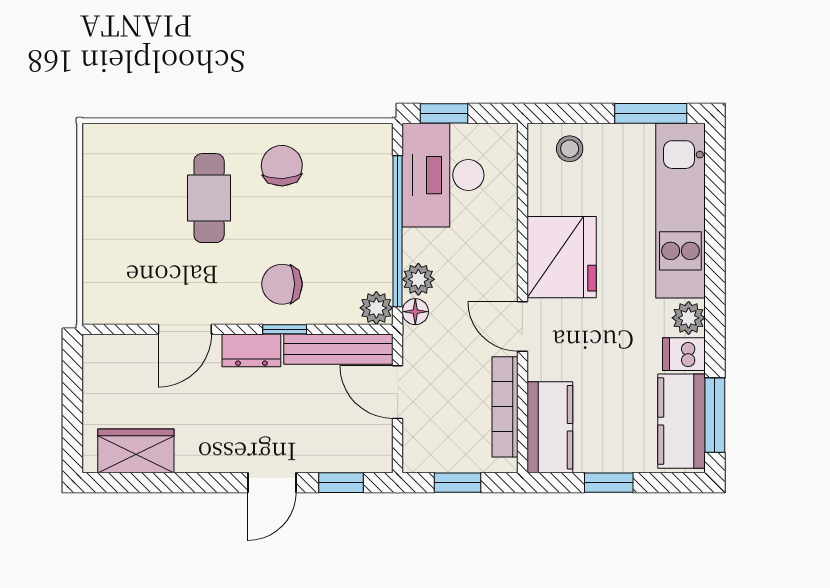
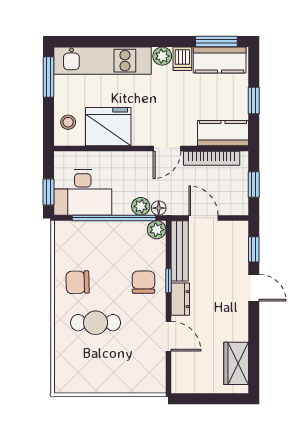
fridge: (562, 257) -> (108, 127), moved
chair: (282, 284) -> (143, 282), turned 180
door: (398, 392) -> (203, 218), swing flipped

